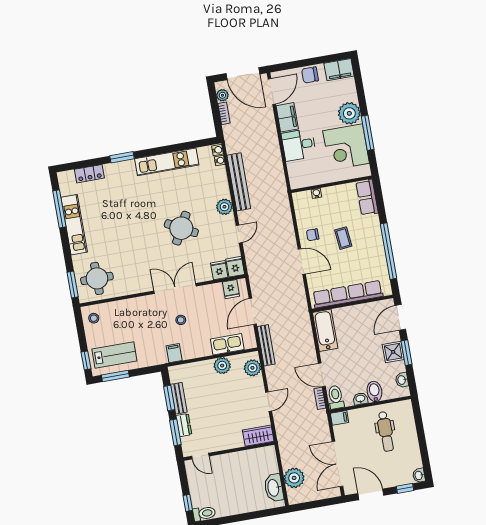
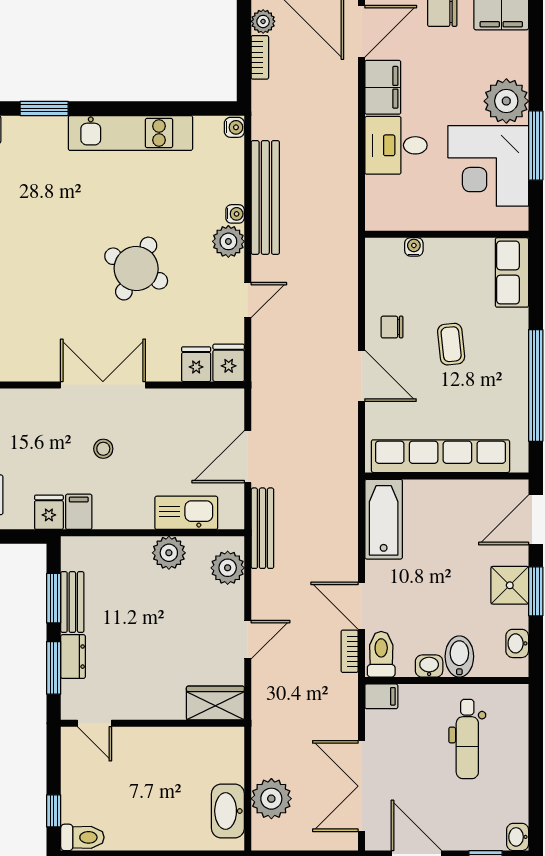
water cooler: (220, 161) -> (235, 214), moved
fridge: (231, 289) -> (49, 512), moved, turned 180

